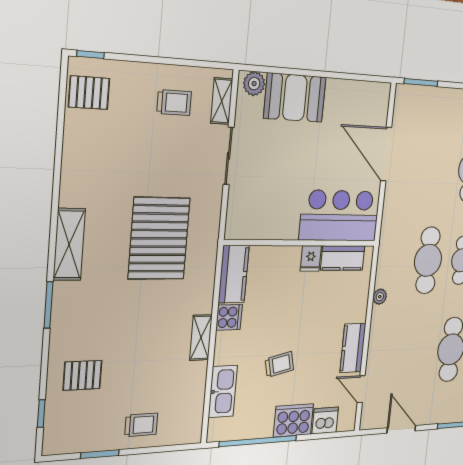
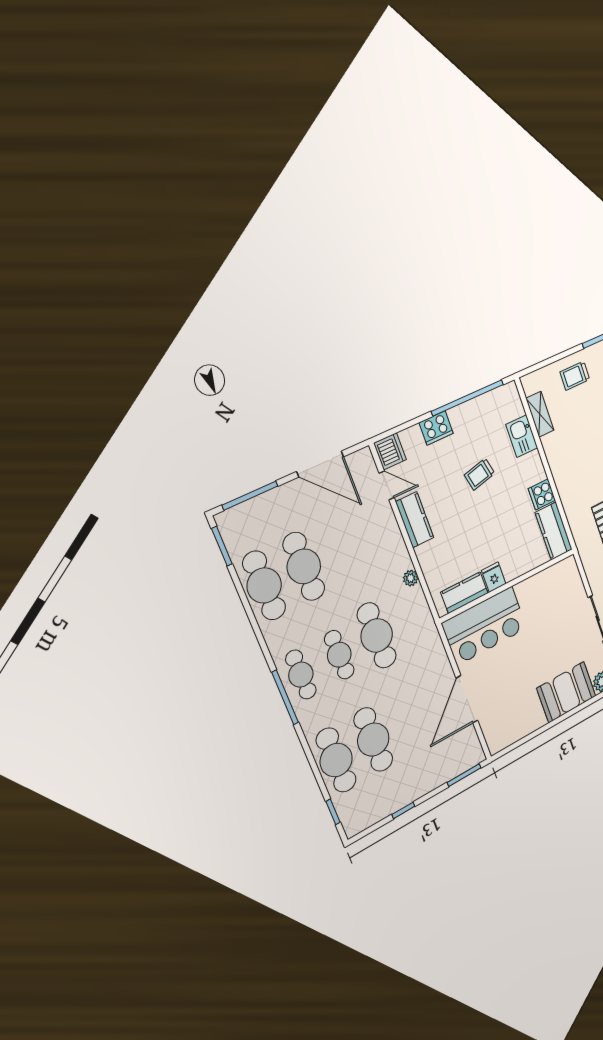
door: (386, 154) -> (467, 699), swing flipped
shelving: (201, 338) -> (540, 414), moved
kitchen sink: (223, 391) -> (522, 436), width x0.73
cooker: (293, 420) -> (436, 428), width x0.73, depth x0.76
dishwasher: (325, 420) -> (390, 451), moved, turned -90
door: (401, 429) -> (320, 464), width x1.36

